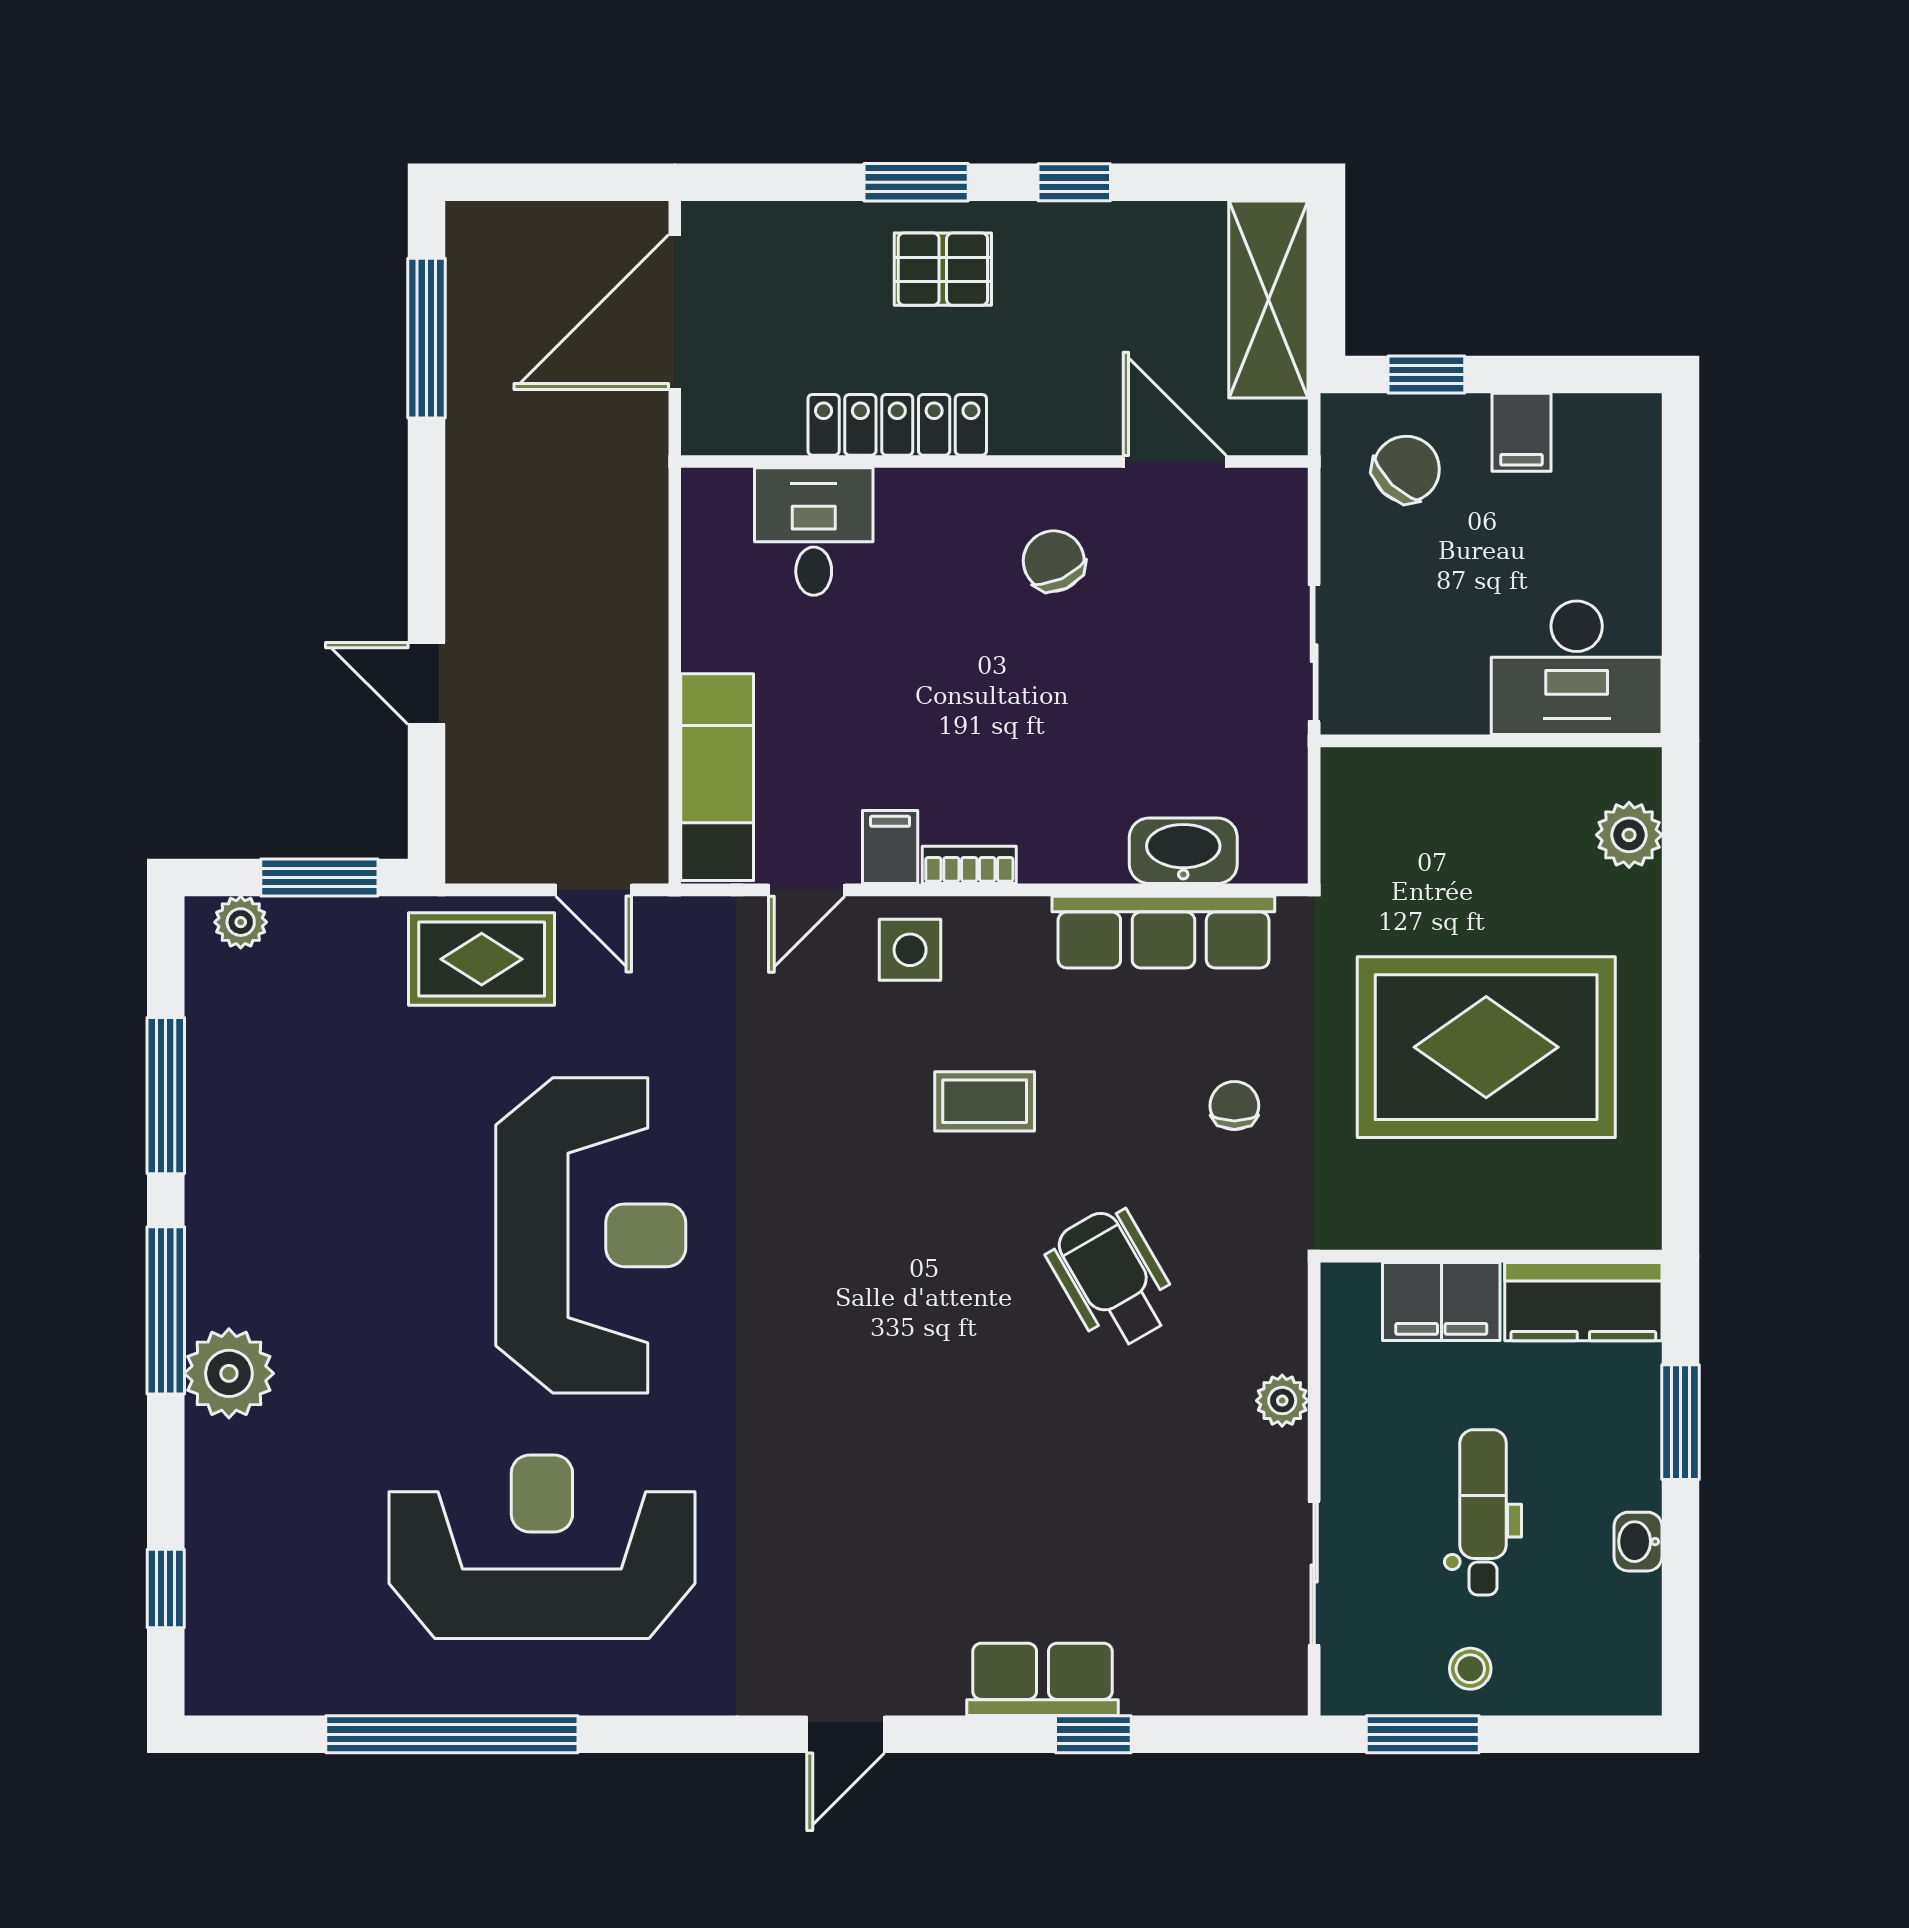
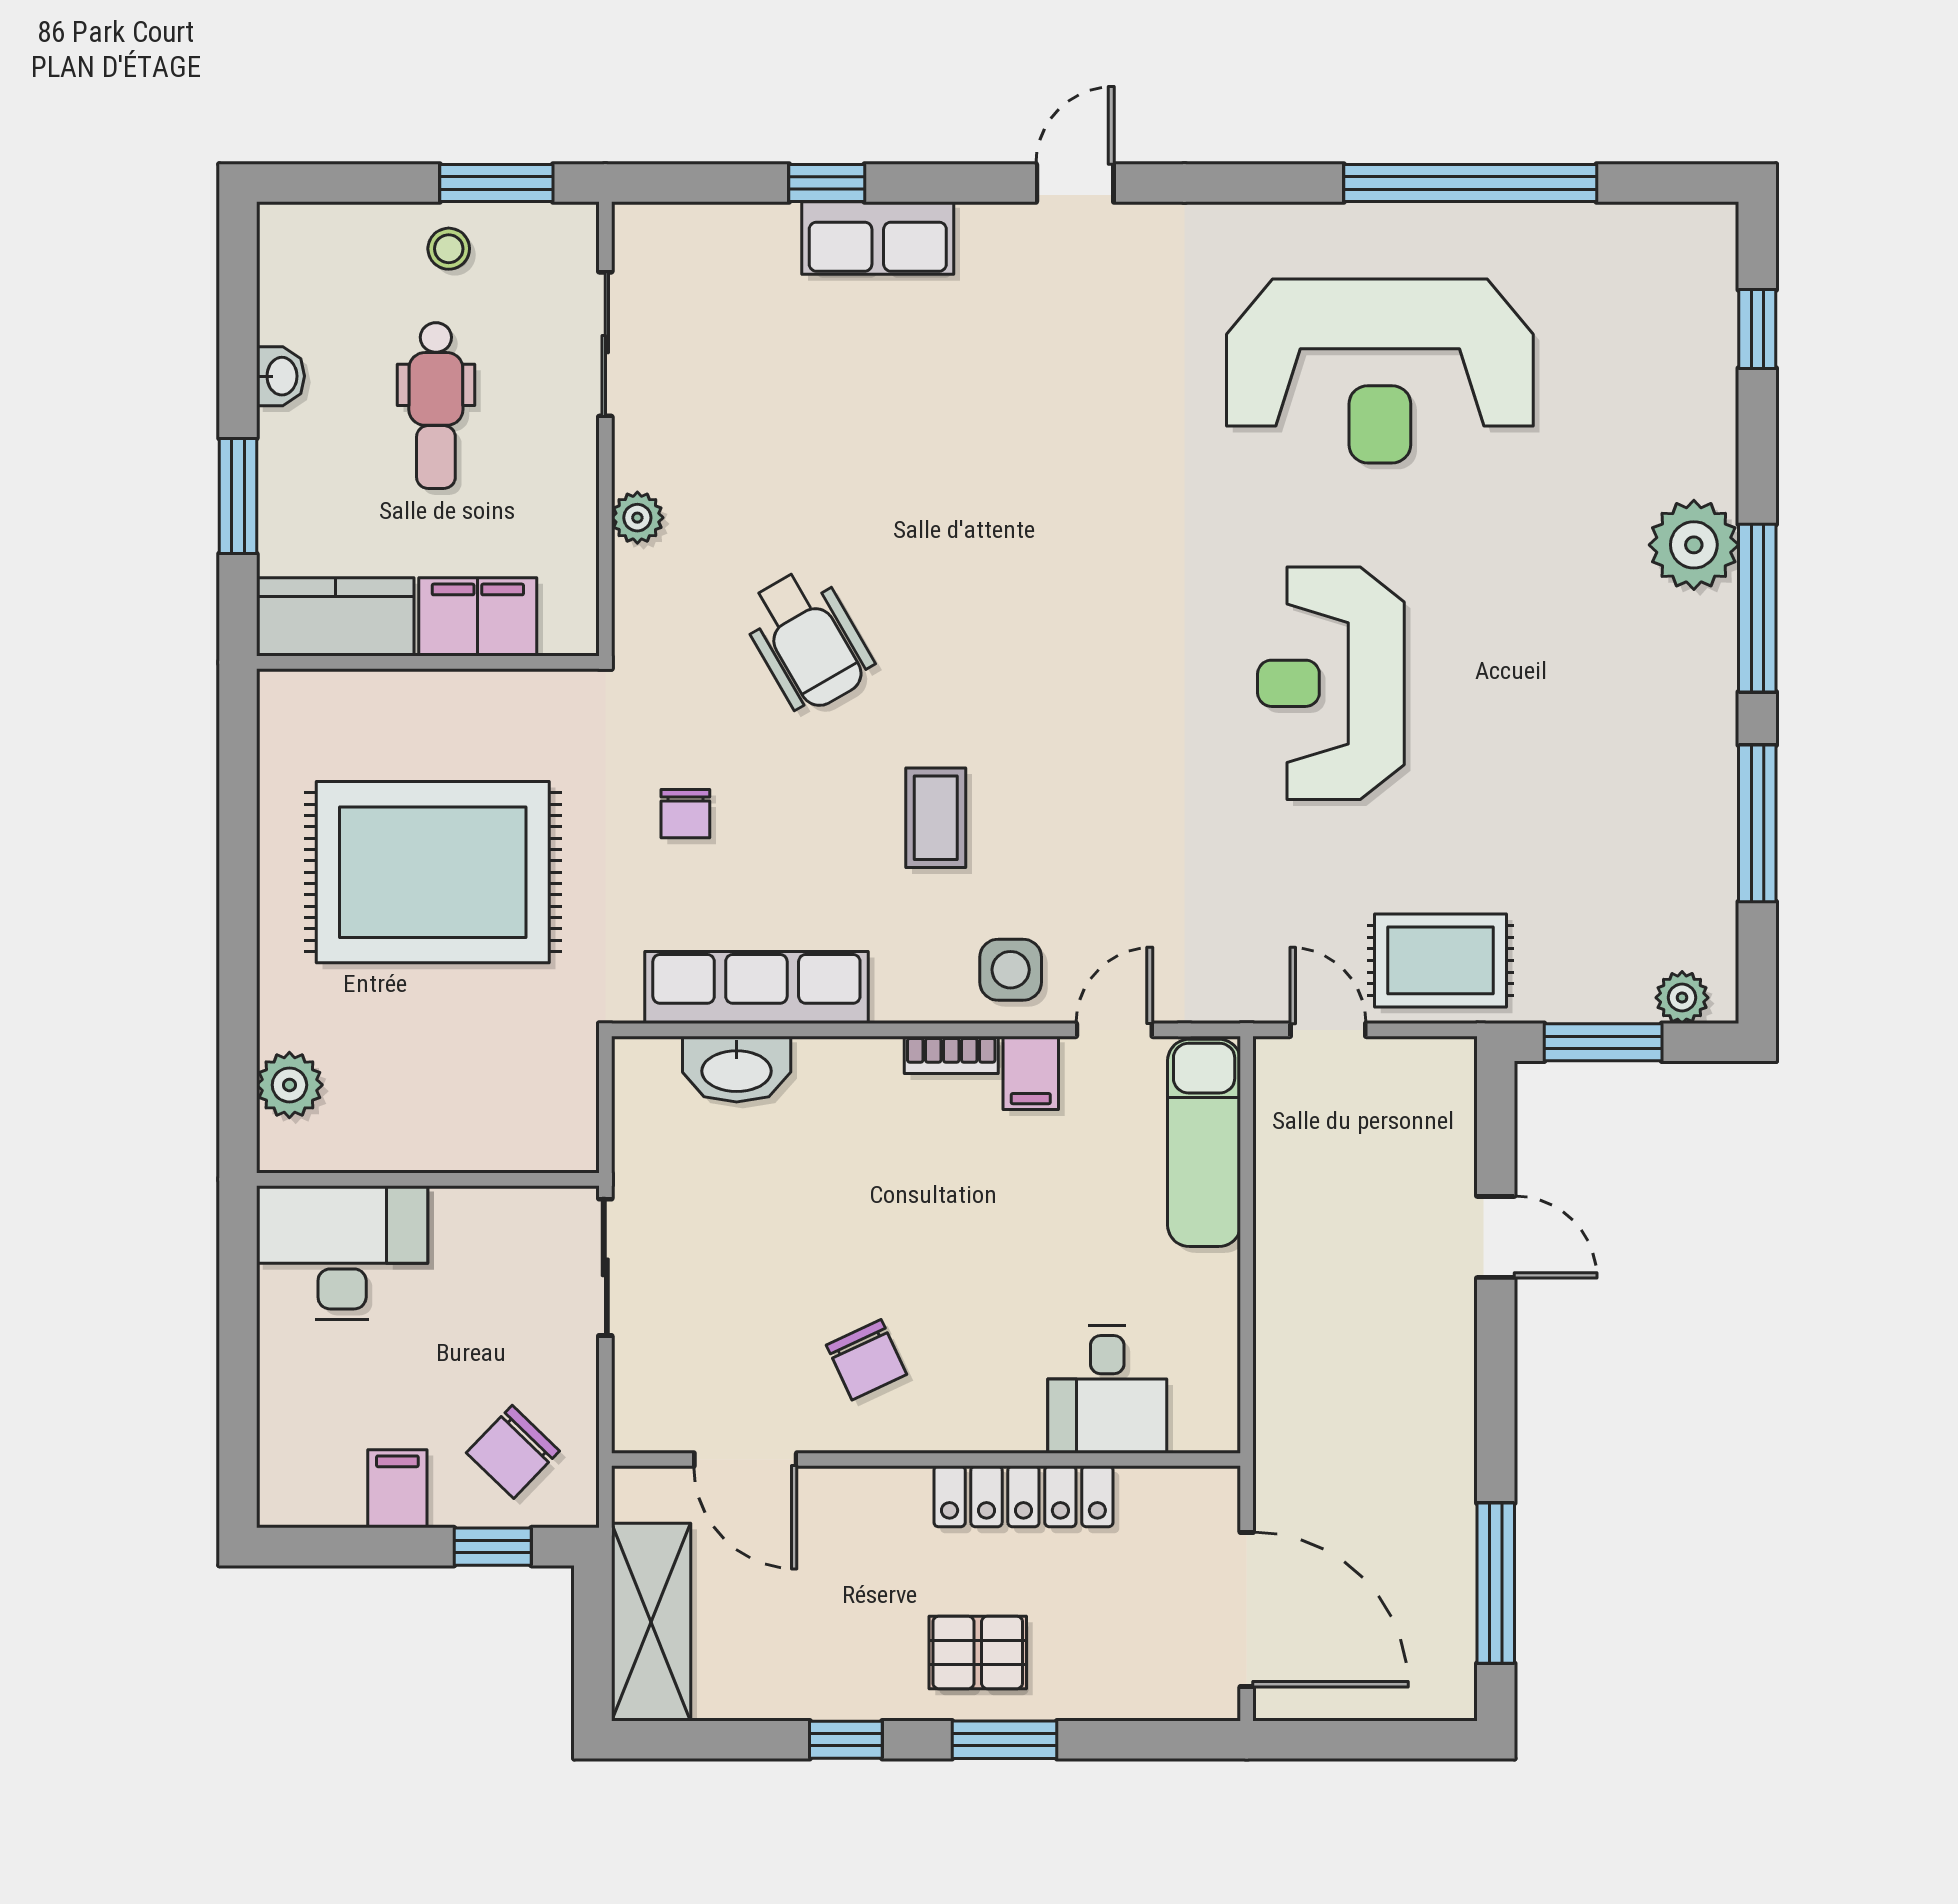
door: (675, 312) -> (1247, 1609), hinge flipped
coffee table: (985, 1101) -> (936, 818), turned 90
reception desk: (591, 1235) -> (1331, 683), width x0.74, depth x0.77

